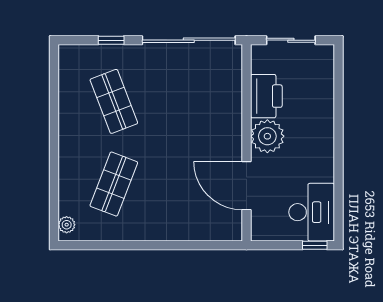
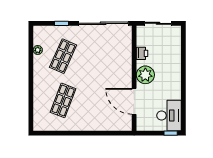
printer: (266, 96) -> (142, 53), width x0.53, depth x0.68
shop shelf: (114, 101) -> (63, 56), turned 45
plant: (67, 225) -> (38, 50), moved

